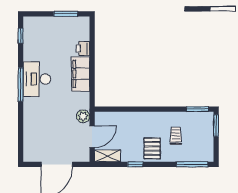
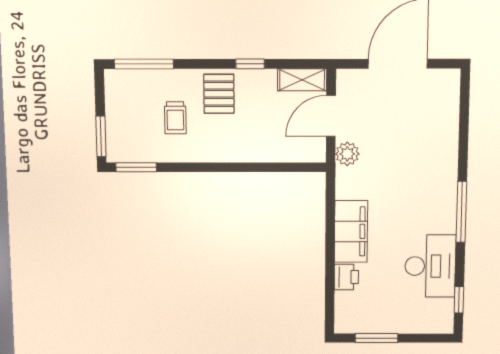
desk: (37, 79) -> (430, 266), moved

